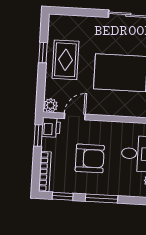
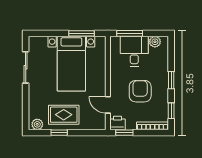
plant: (51, 105) -> (37, 124), moved
window: (102, 198) -> (171, 80), width x0.67

